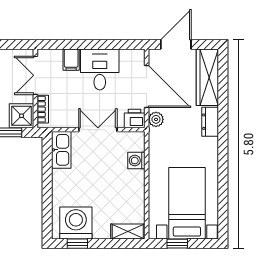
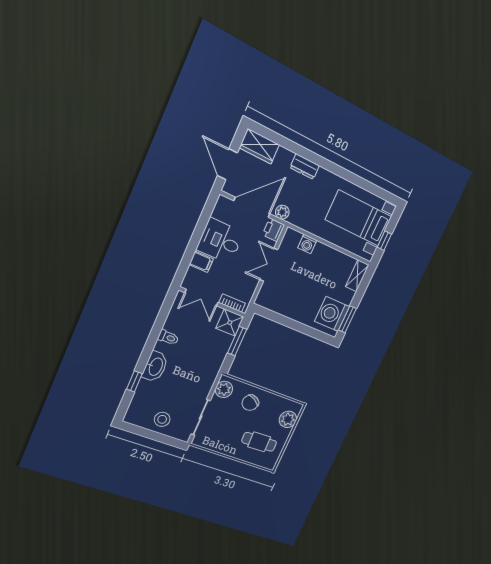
wardrobe: (207, 77) -> (259, 146), width x0.67
kitchen sink: (61, 150) -> (271, 302), removed
window: (77, 244) -> (348, 319), width x1.50

